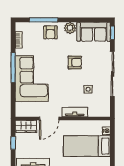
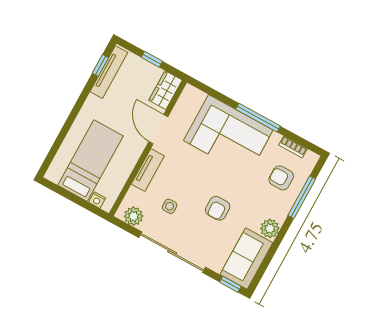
armchair: (50, 32) -> (281, 178), moved
plant: (104, 106) -> (134, 216), added

